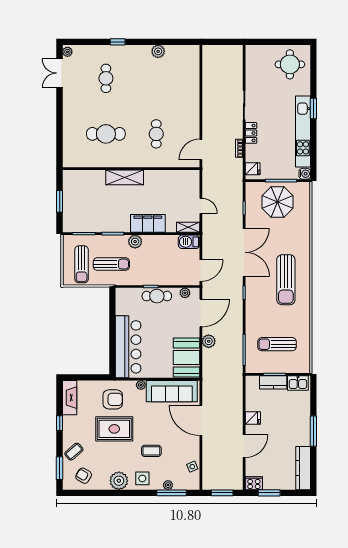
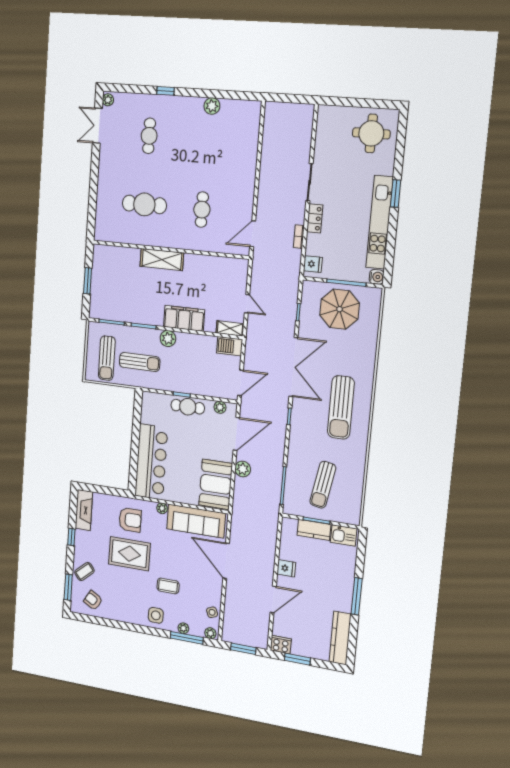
sun lounger: (277, 344) -> (323, 485), turned -80
plant: (119, 481) -> (210, 633), moved, width x0.53, depth x0.53

